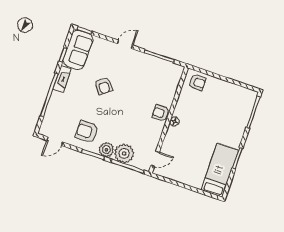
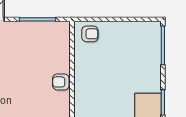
floor lamp: (174, 121) -> (79, 86), removed

